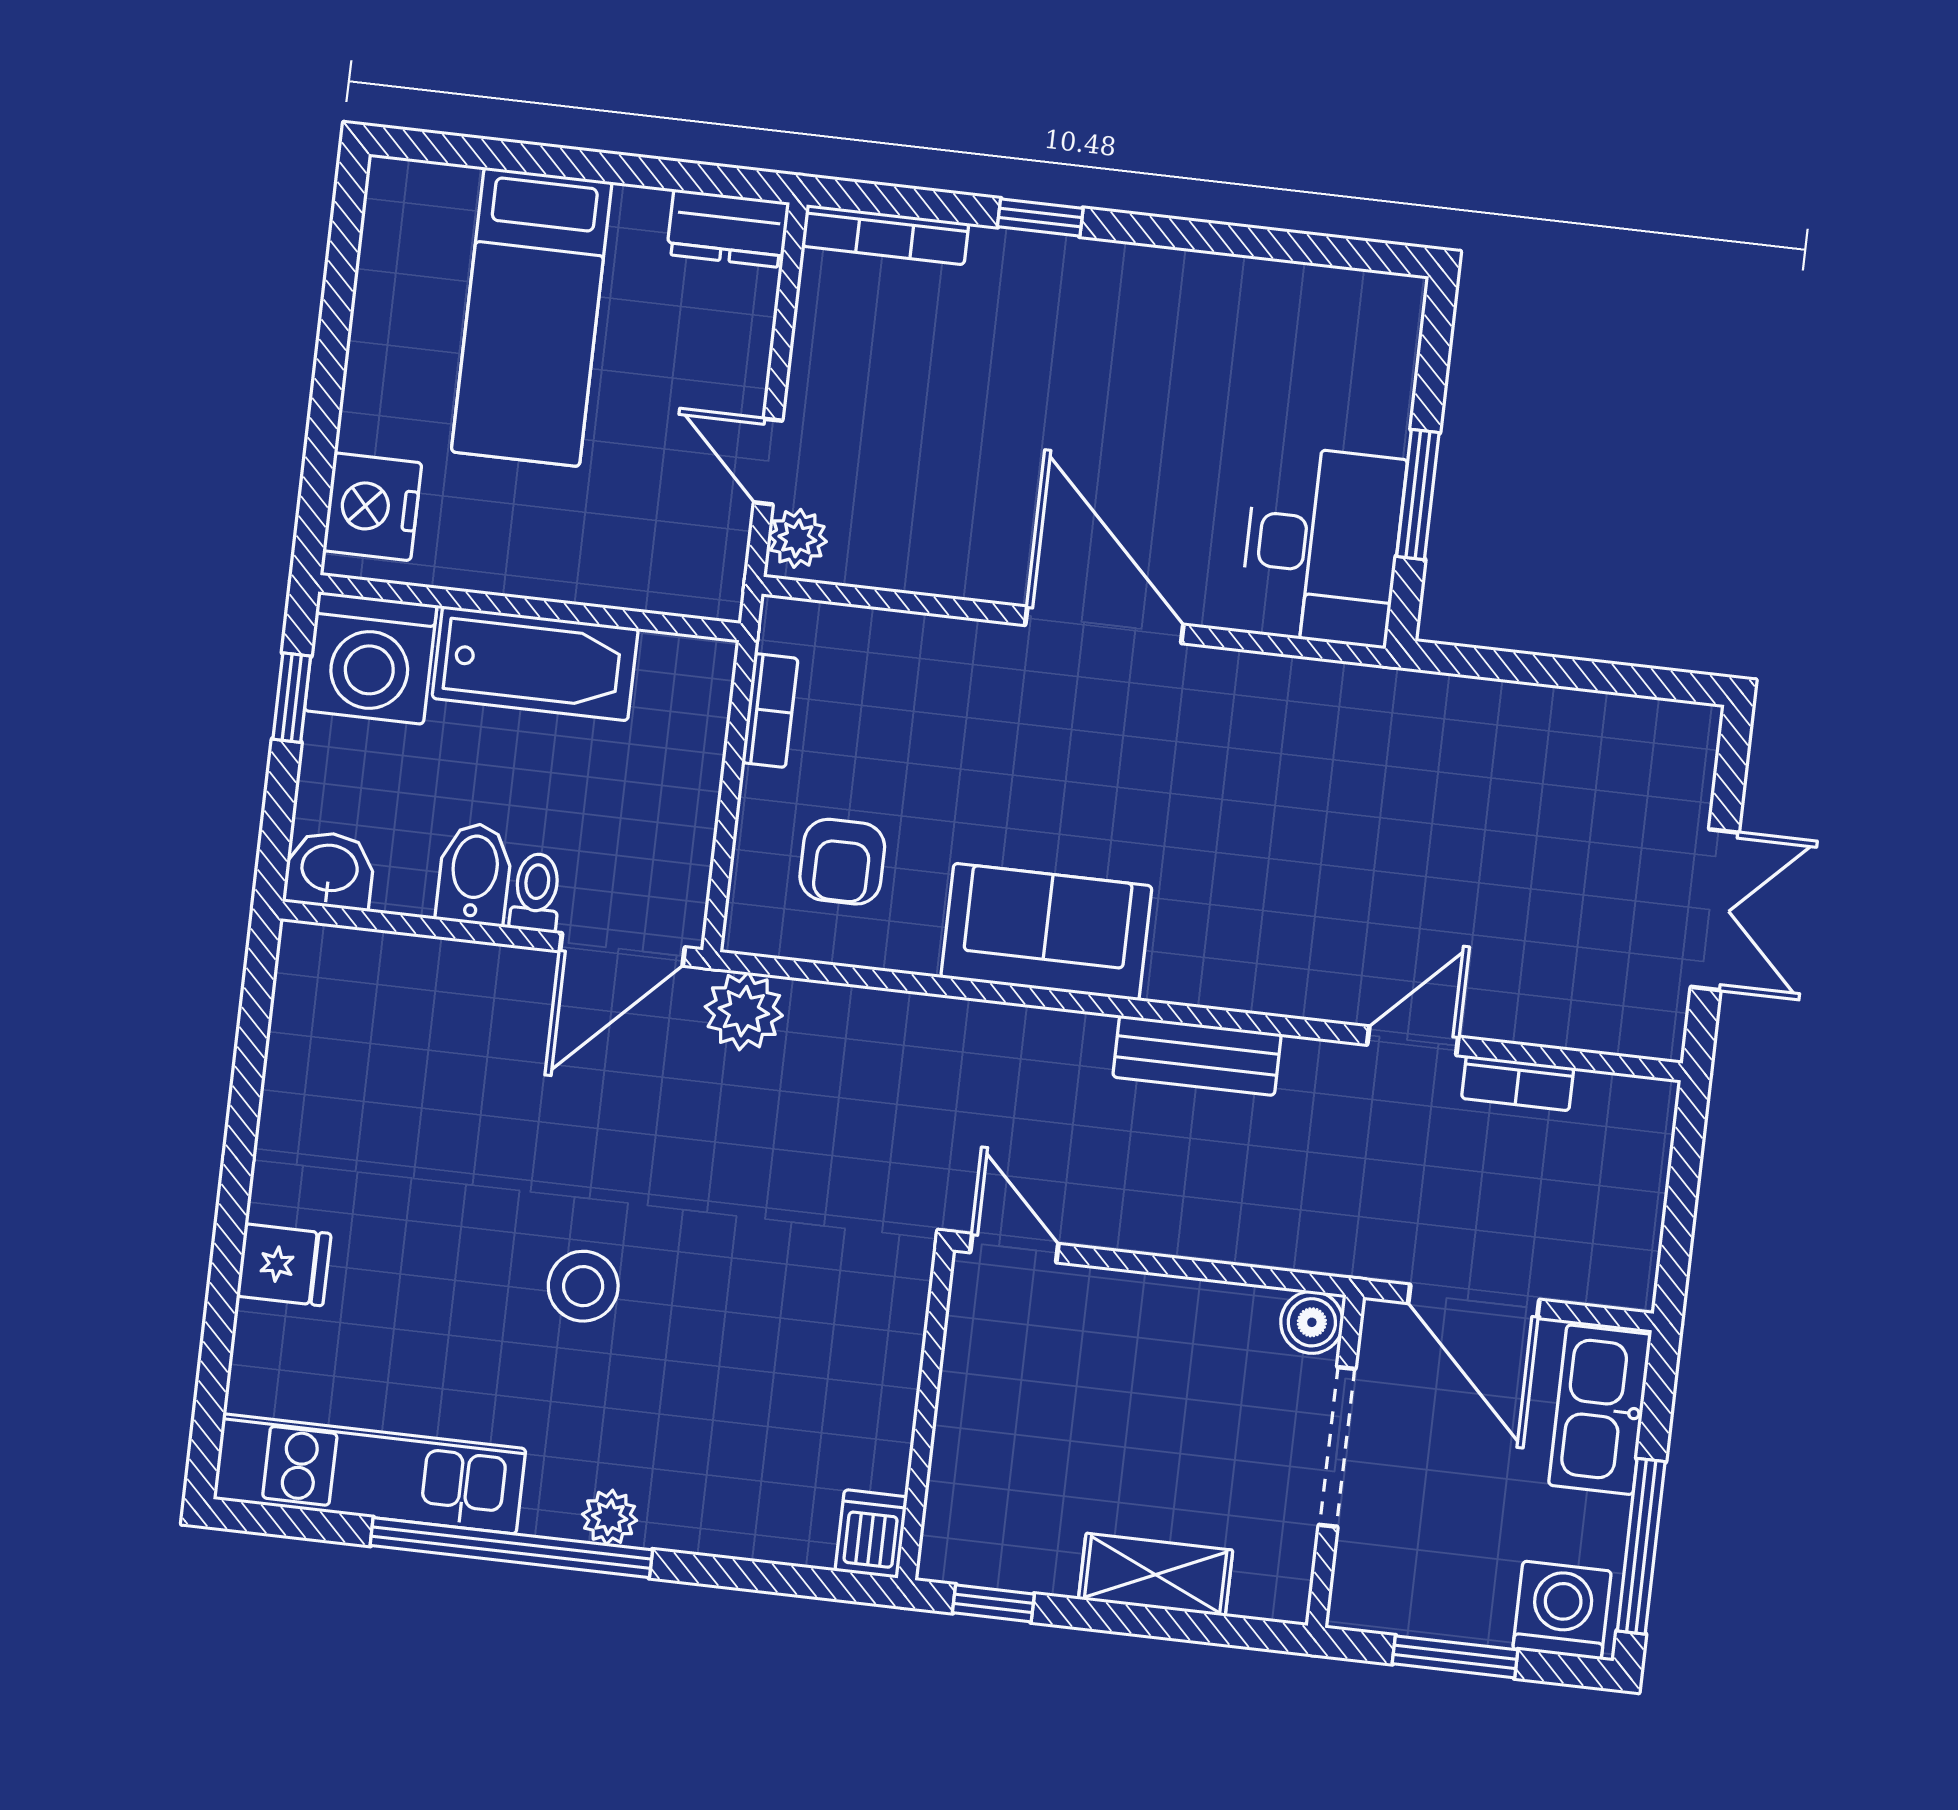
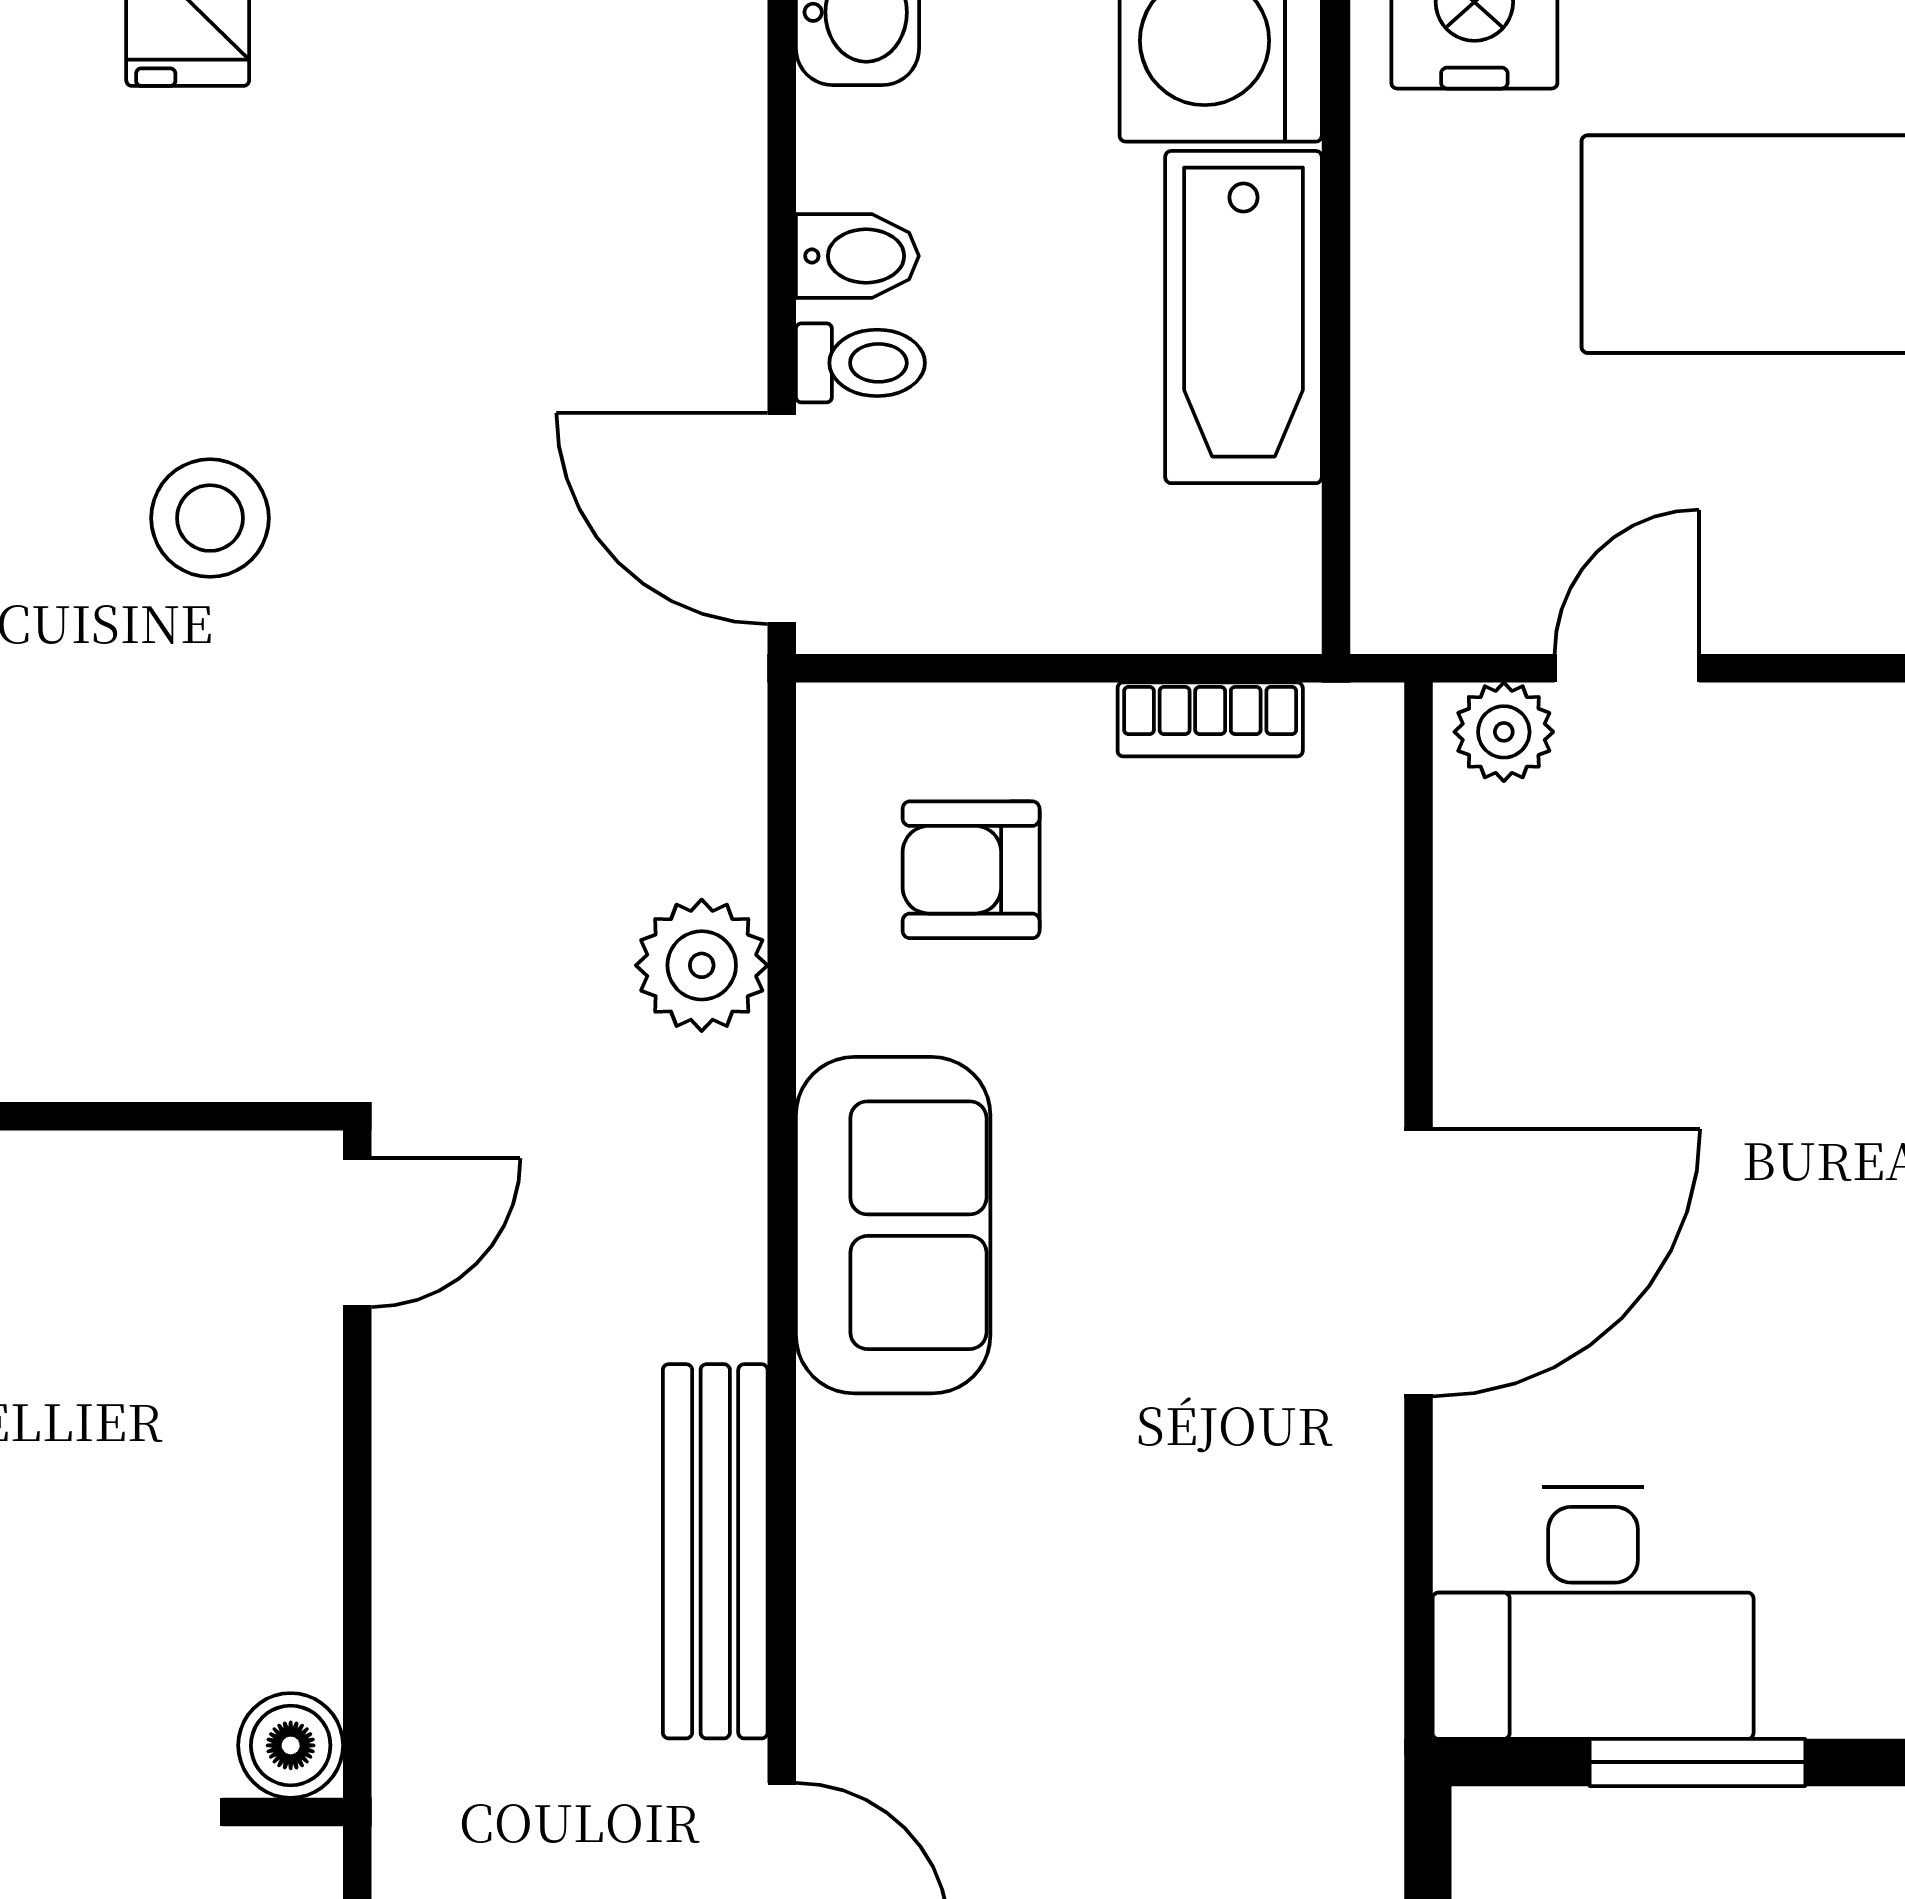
bidet: (474, 874) -> (857, 256), width x0.72, depth x0.74
plant: (744, 1011) -> (702, 965), moved
bench: (1197, 1056) -> (715, 1551), width x1.36

